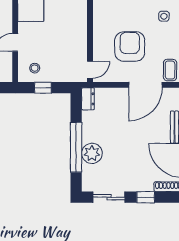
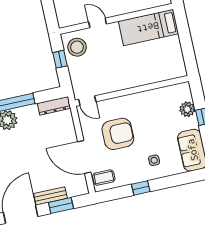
stool: (35, 68) -> (77, 47), width x1.89, depth x1.89
dresser: (88, 99) -> (54, 106), width x1.44

